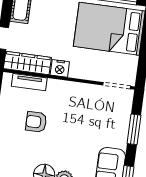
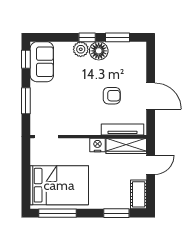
tv unit: (29, 82) -> (122, 130), width x1.41

